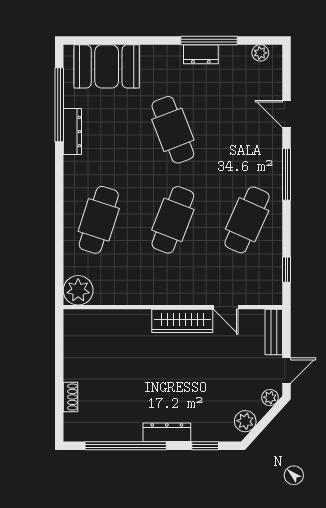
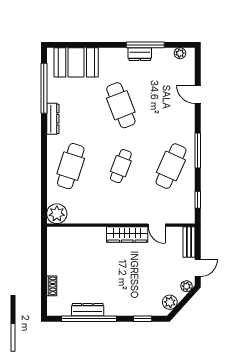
dresser: (72, 132) -> (53, 119), moved
window: (287, 174) -> (198, 151), moved
cafe table: (173, 220) -> (121, 166), width x0.73, depth x0.74
dresser: (167, 432) -> (88, 310), moved

